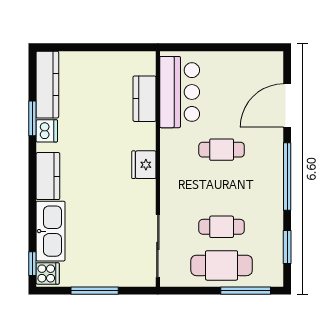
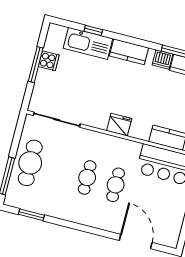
window: (287, 177) -> (83, 228), removed
cafe table: (222, 227) -> (87, 178), moved
window: (32, 264) -> (93, 30), moved
cooker: (48, 273) -> (49, 61), moved, turned -90

